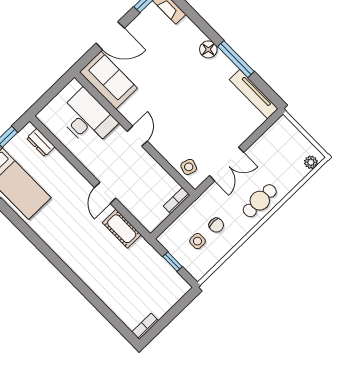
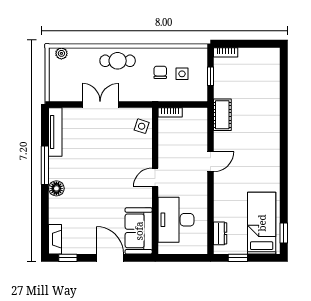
double door: (227, 164) -> (100, 105), moved
cot: (122, 229) -> (222, 115), moved
bookcase: (145, 326) -> (226, 52), moved

